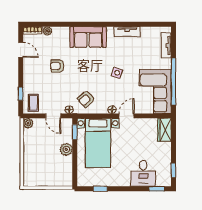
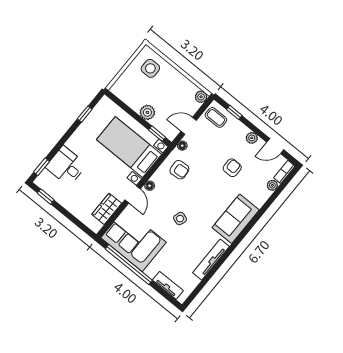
tv unit: (127, 31) -> (211, 260), width x1.41
plant: (28, 69) -> (252, 138), added
armchair: (86, 99) -> (179, 170), turned 127
wardrobe: (164, 130) -> (107, 209), moved, turned -90
side table: (36, 171) -> (150, 68), added

